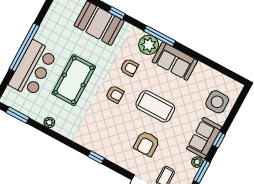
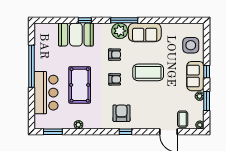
window: (24, 47) -> (32, 66), moved
armchair: (147, 144) -> (122, 113), moved, turned 180

